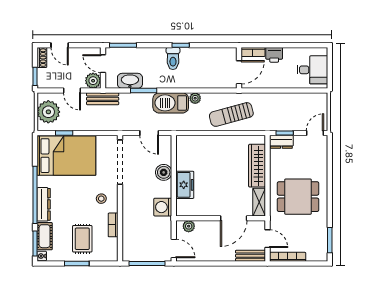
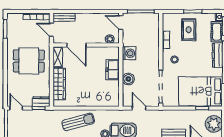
door: (315, 133) -> (16, 108), swing flipped
door: (234, 218) -> (76, 45), swing flipped

